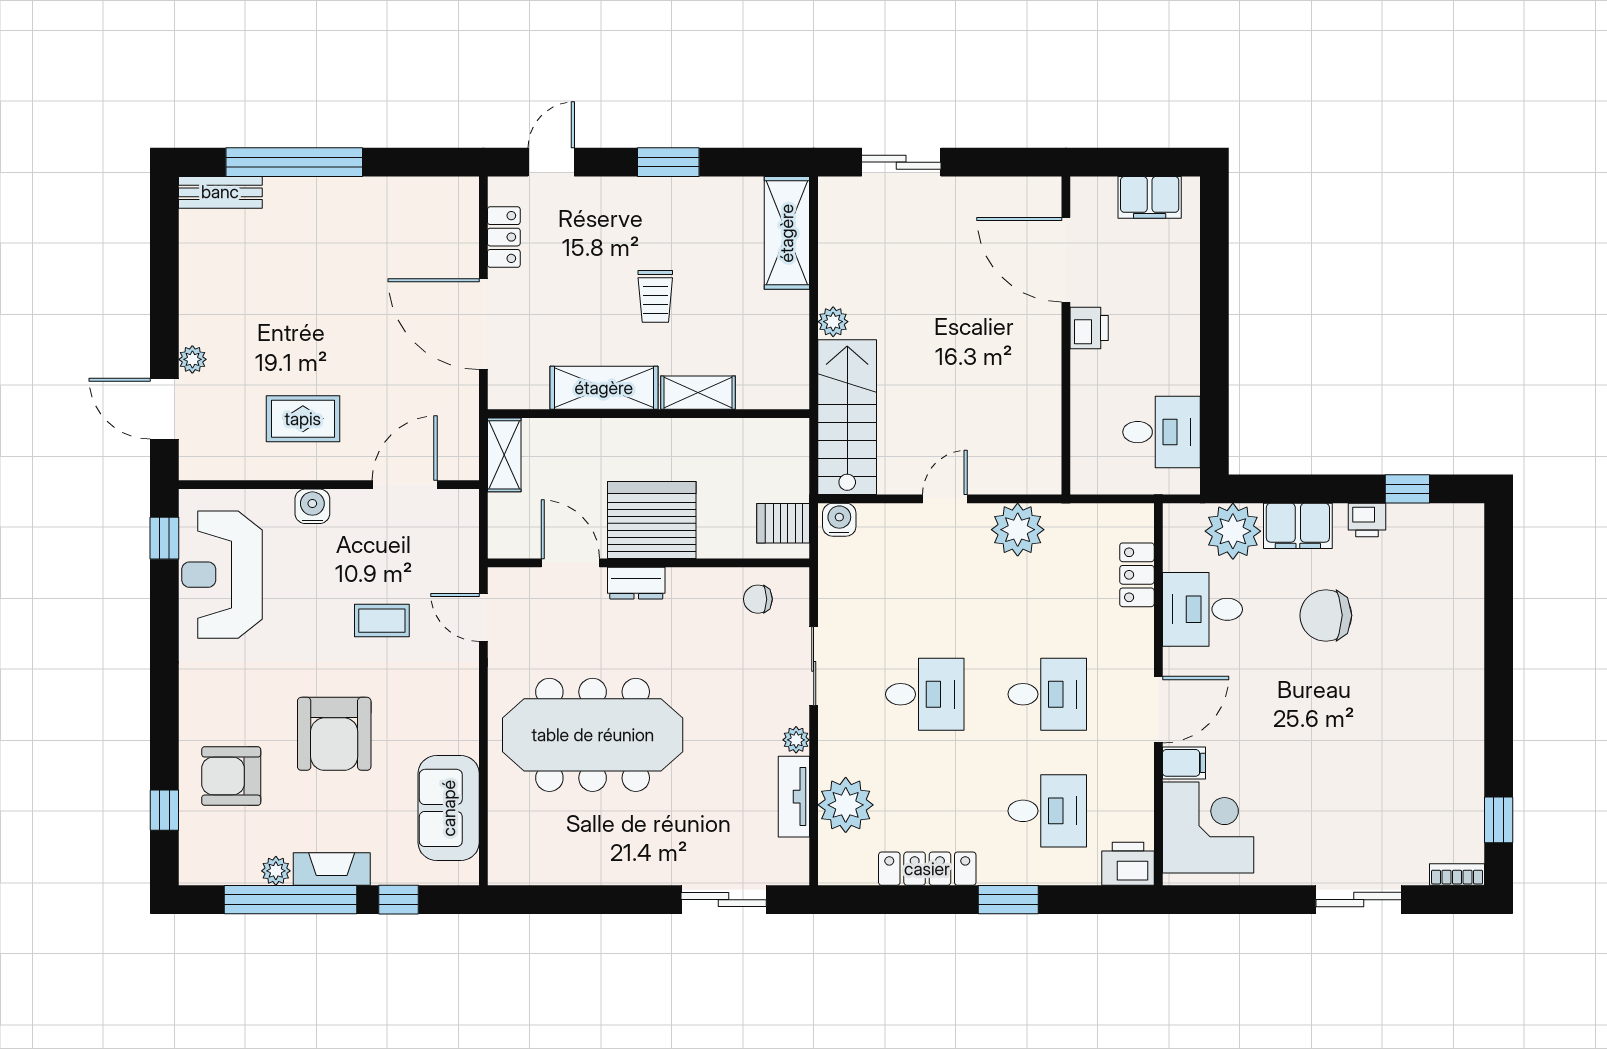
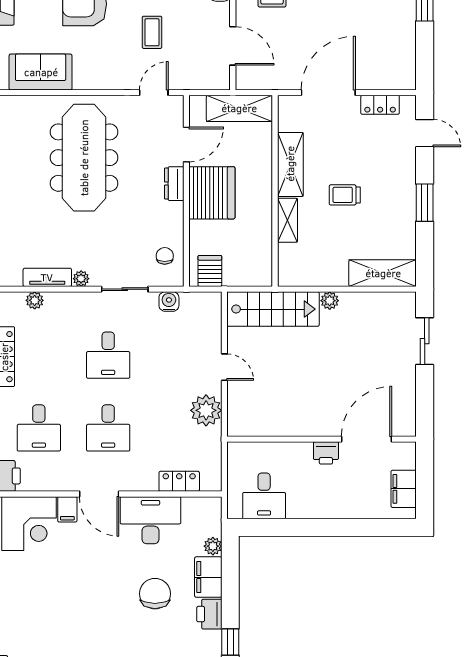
shelving: (504, 455) -> (239, 108), width x1.50, depth x1.33
water cooler: (839, 520) -> (169, 301), moved, turned -90
printer: (1367, 520) -> (209, 614), width x1.36, depth x1.24
plant: (1233, 531) -> (213, 546), width x0.53, depth x0.53
desk: (1202, 609) -> (150, 520), width x1.37
plant: (846, 805) -> (35, 300), width x0.53, depth x0.53

